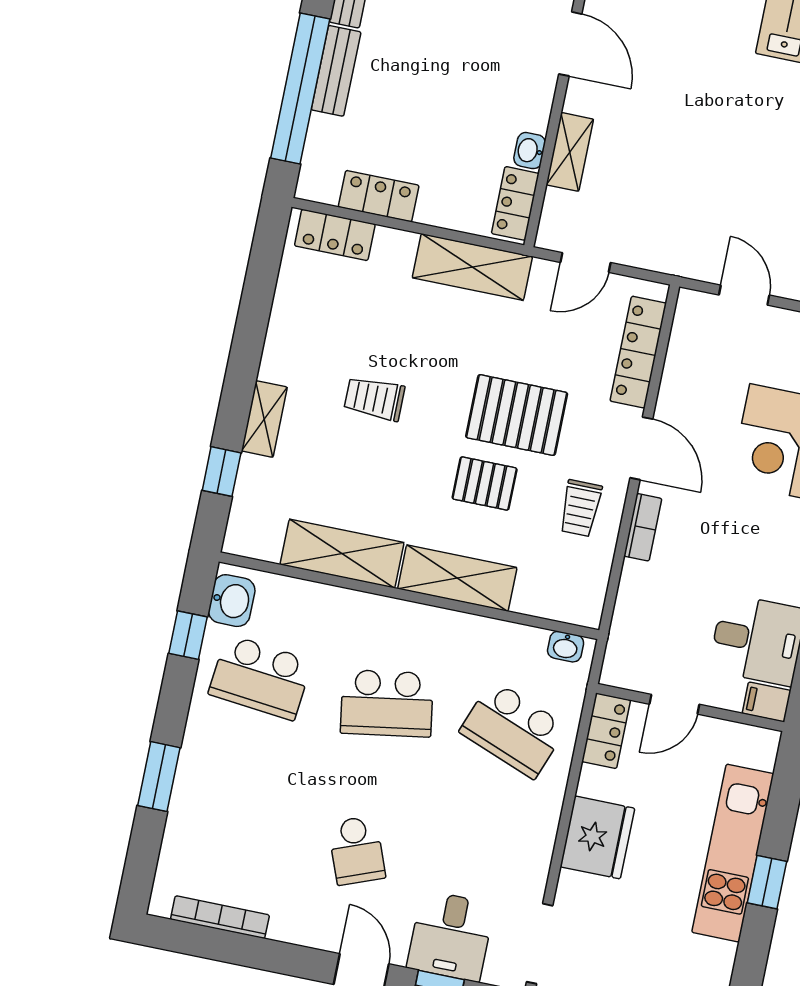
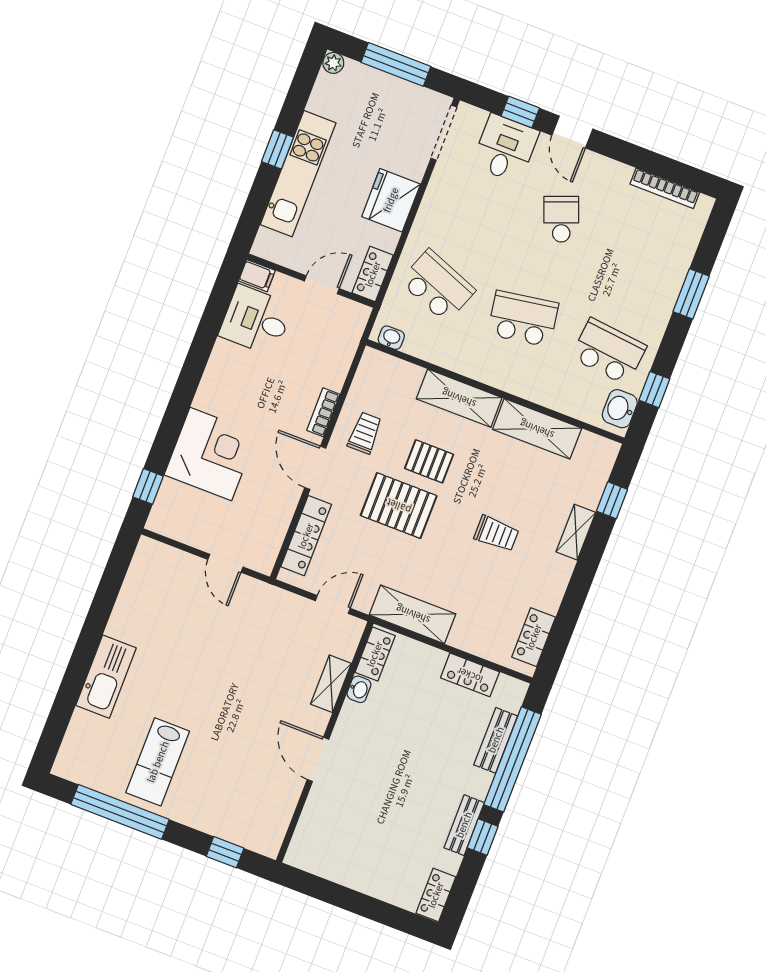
bench: (336, 71) -> (496, 740), moved
locker: (335, 235) -> (534, 637), moved, turned -90

